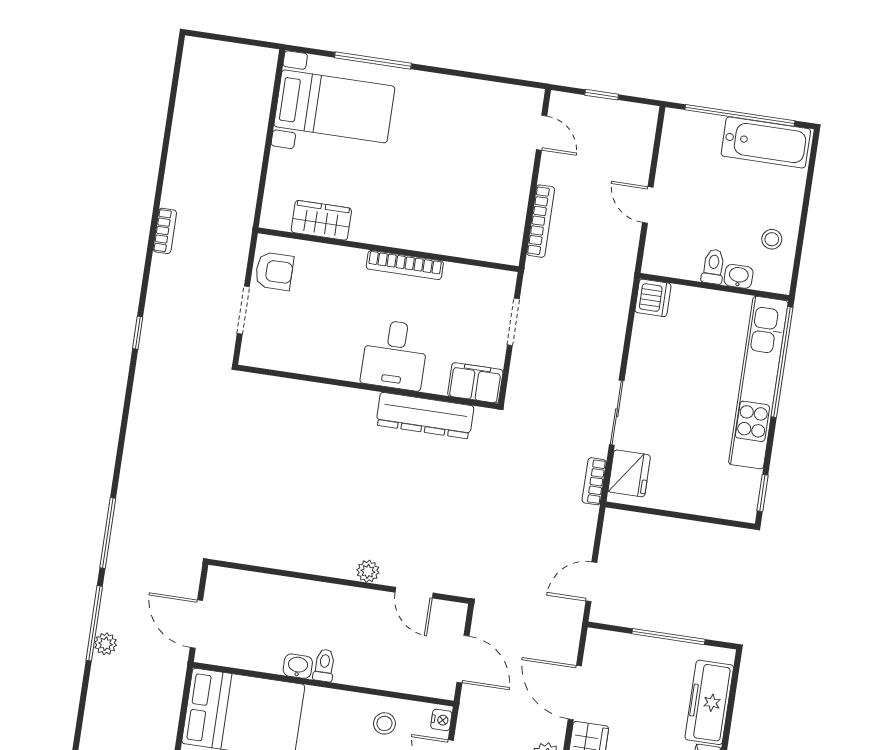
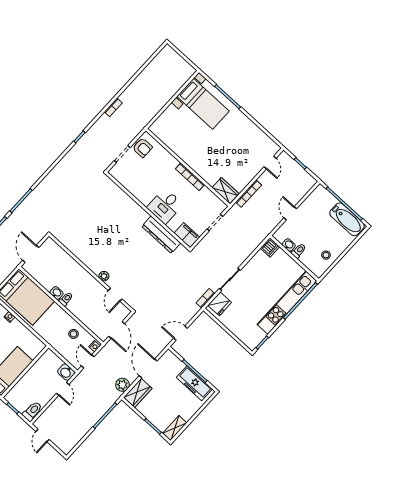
wardrobe: (321, 220) -> (226, 191), moved
washbasin: (739, 276) -> (289, 245), moved
freezer: (709, 702) -> (194, 383), moved, turned -90

